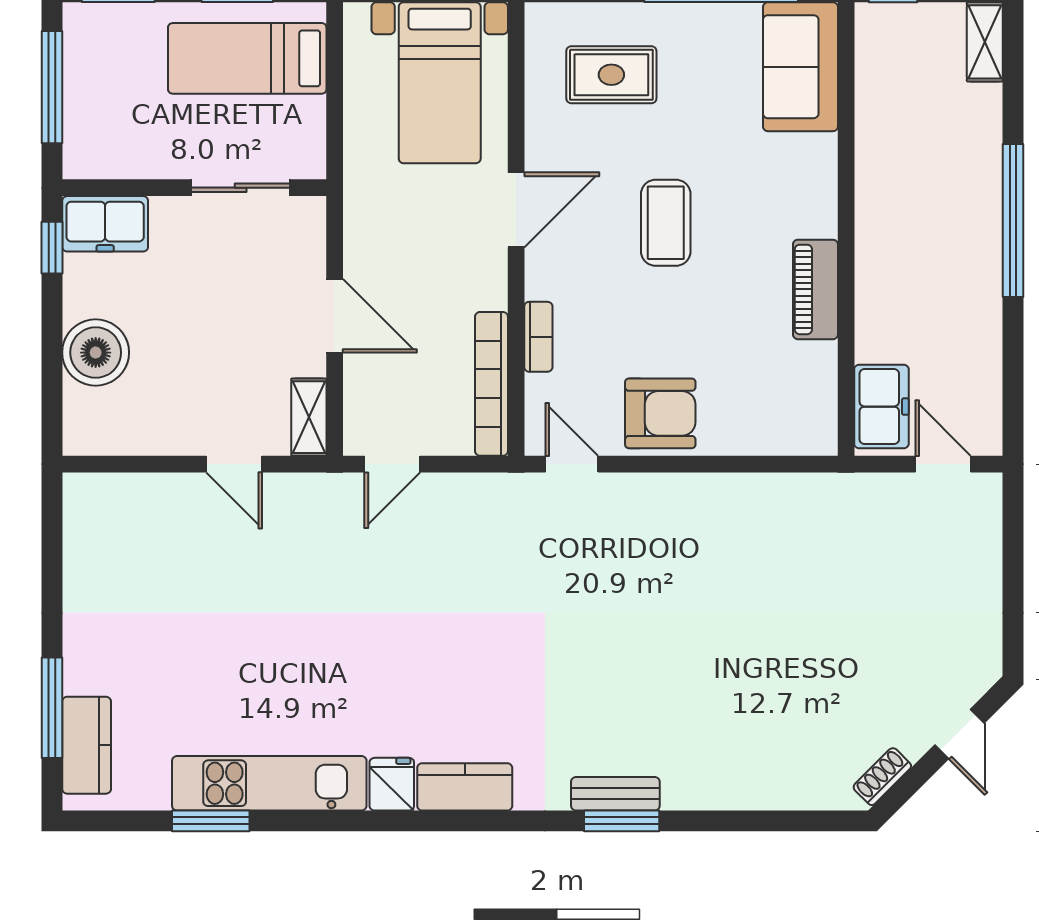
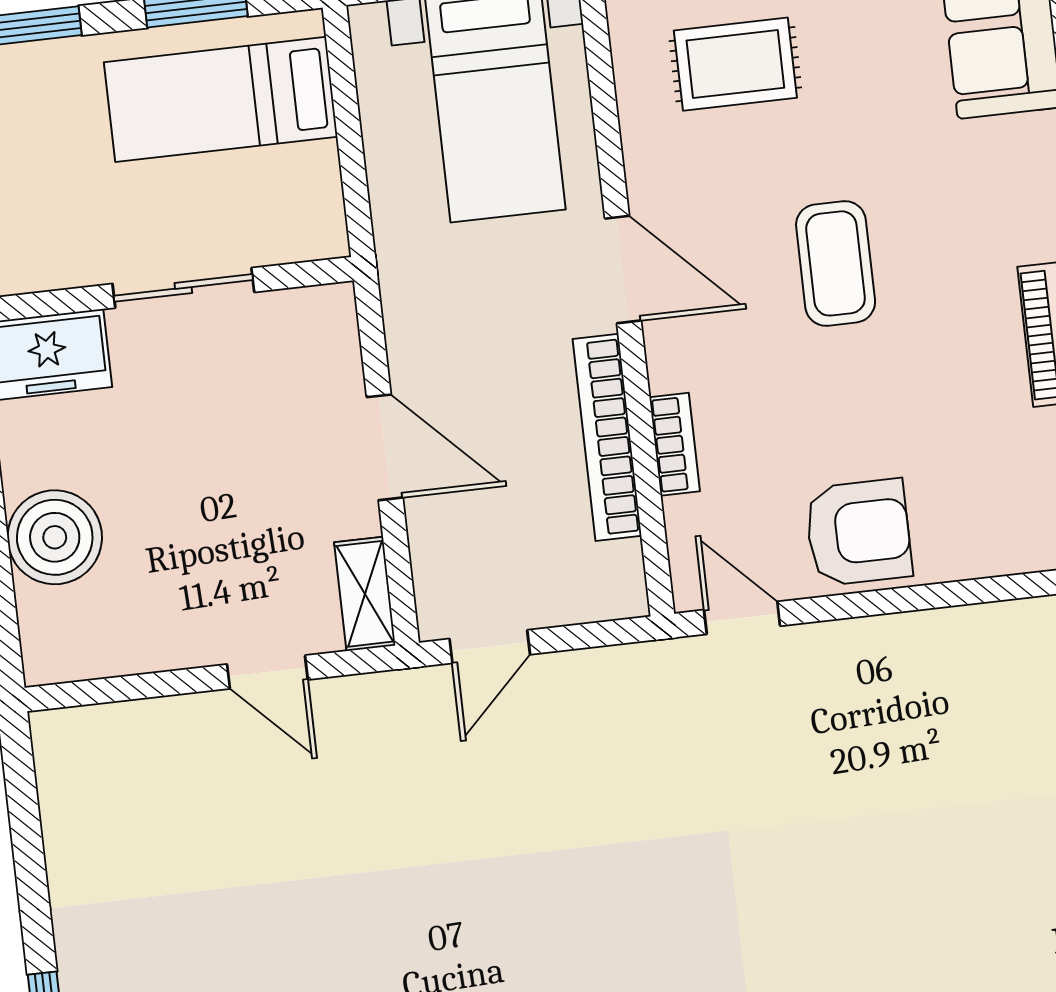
sliding door: (241, 188) -> (183, 288), moved
door: (516, 210) -> (623, 269), hinge flipped
bookcase: (491, 384) -> (607, 437), moved

